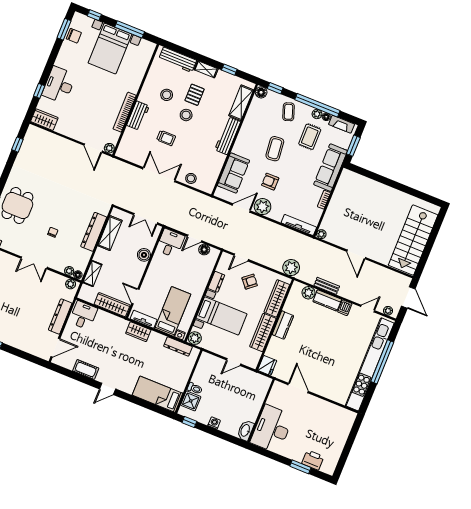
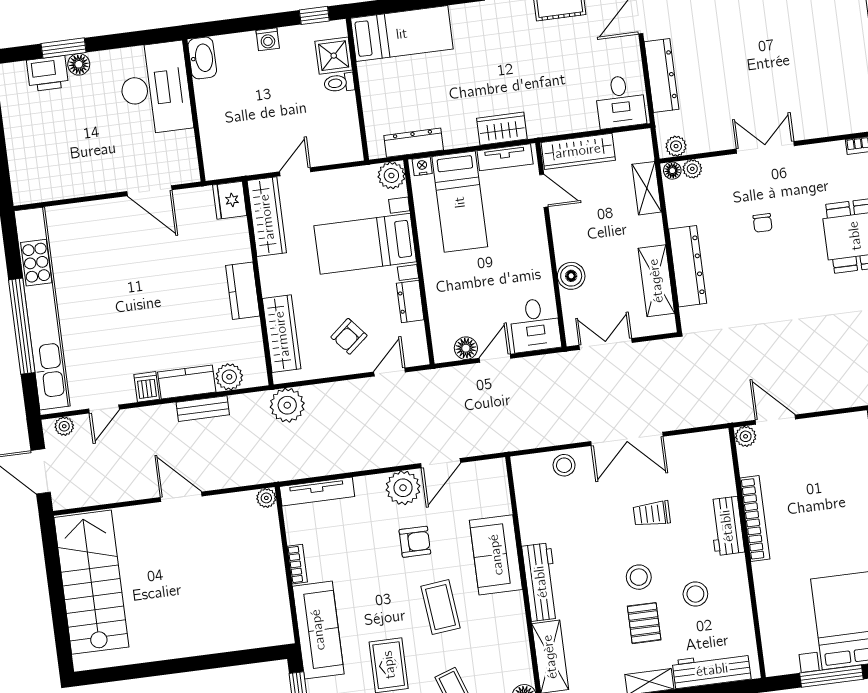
sofa: (234, 173) -> (496, 555), moved
wardrobe: (263, 332) -> (267, 217), moved
floor lamp: (298, 457) -> (79, 64), added

